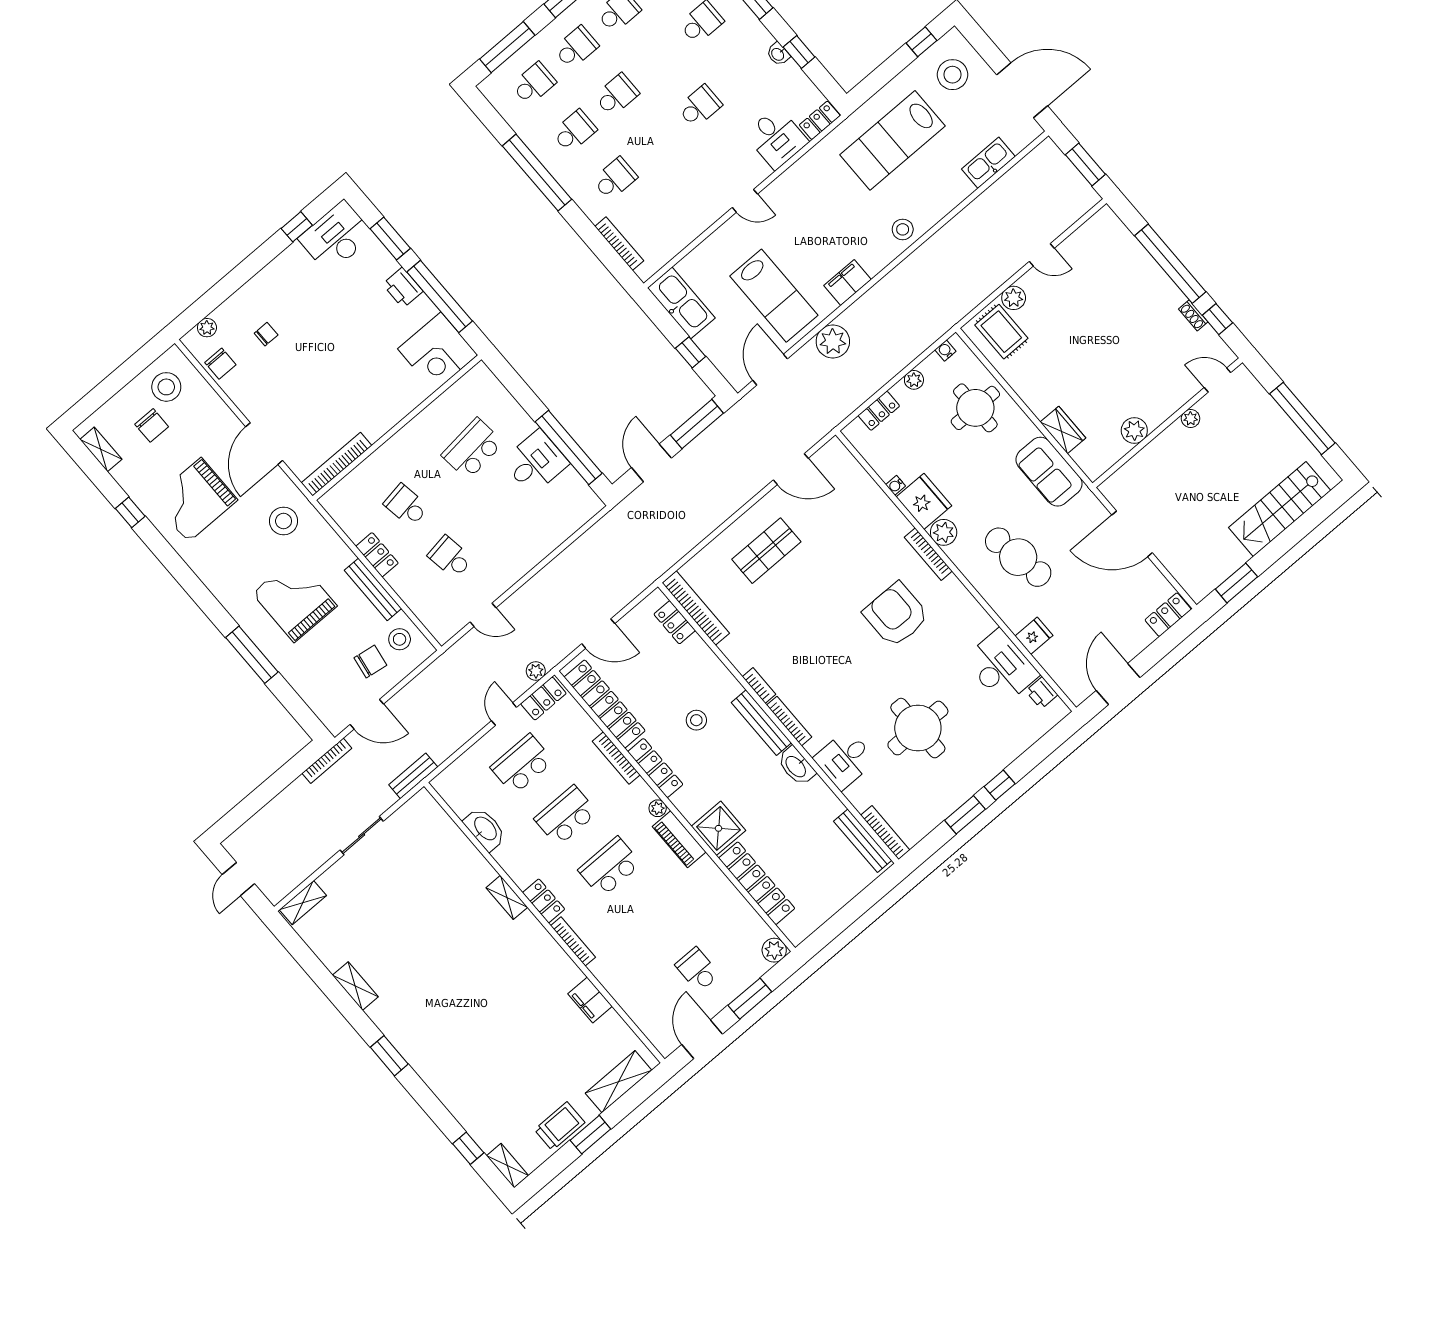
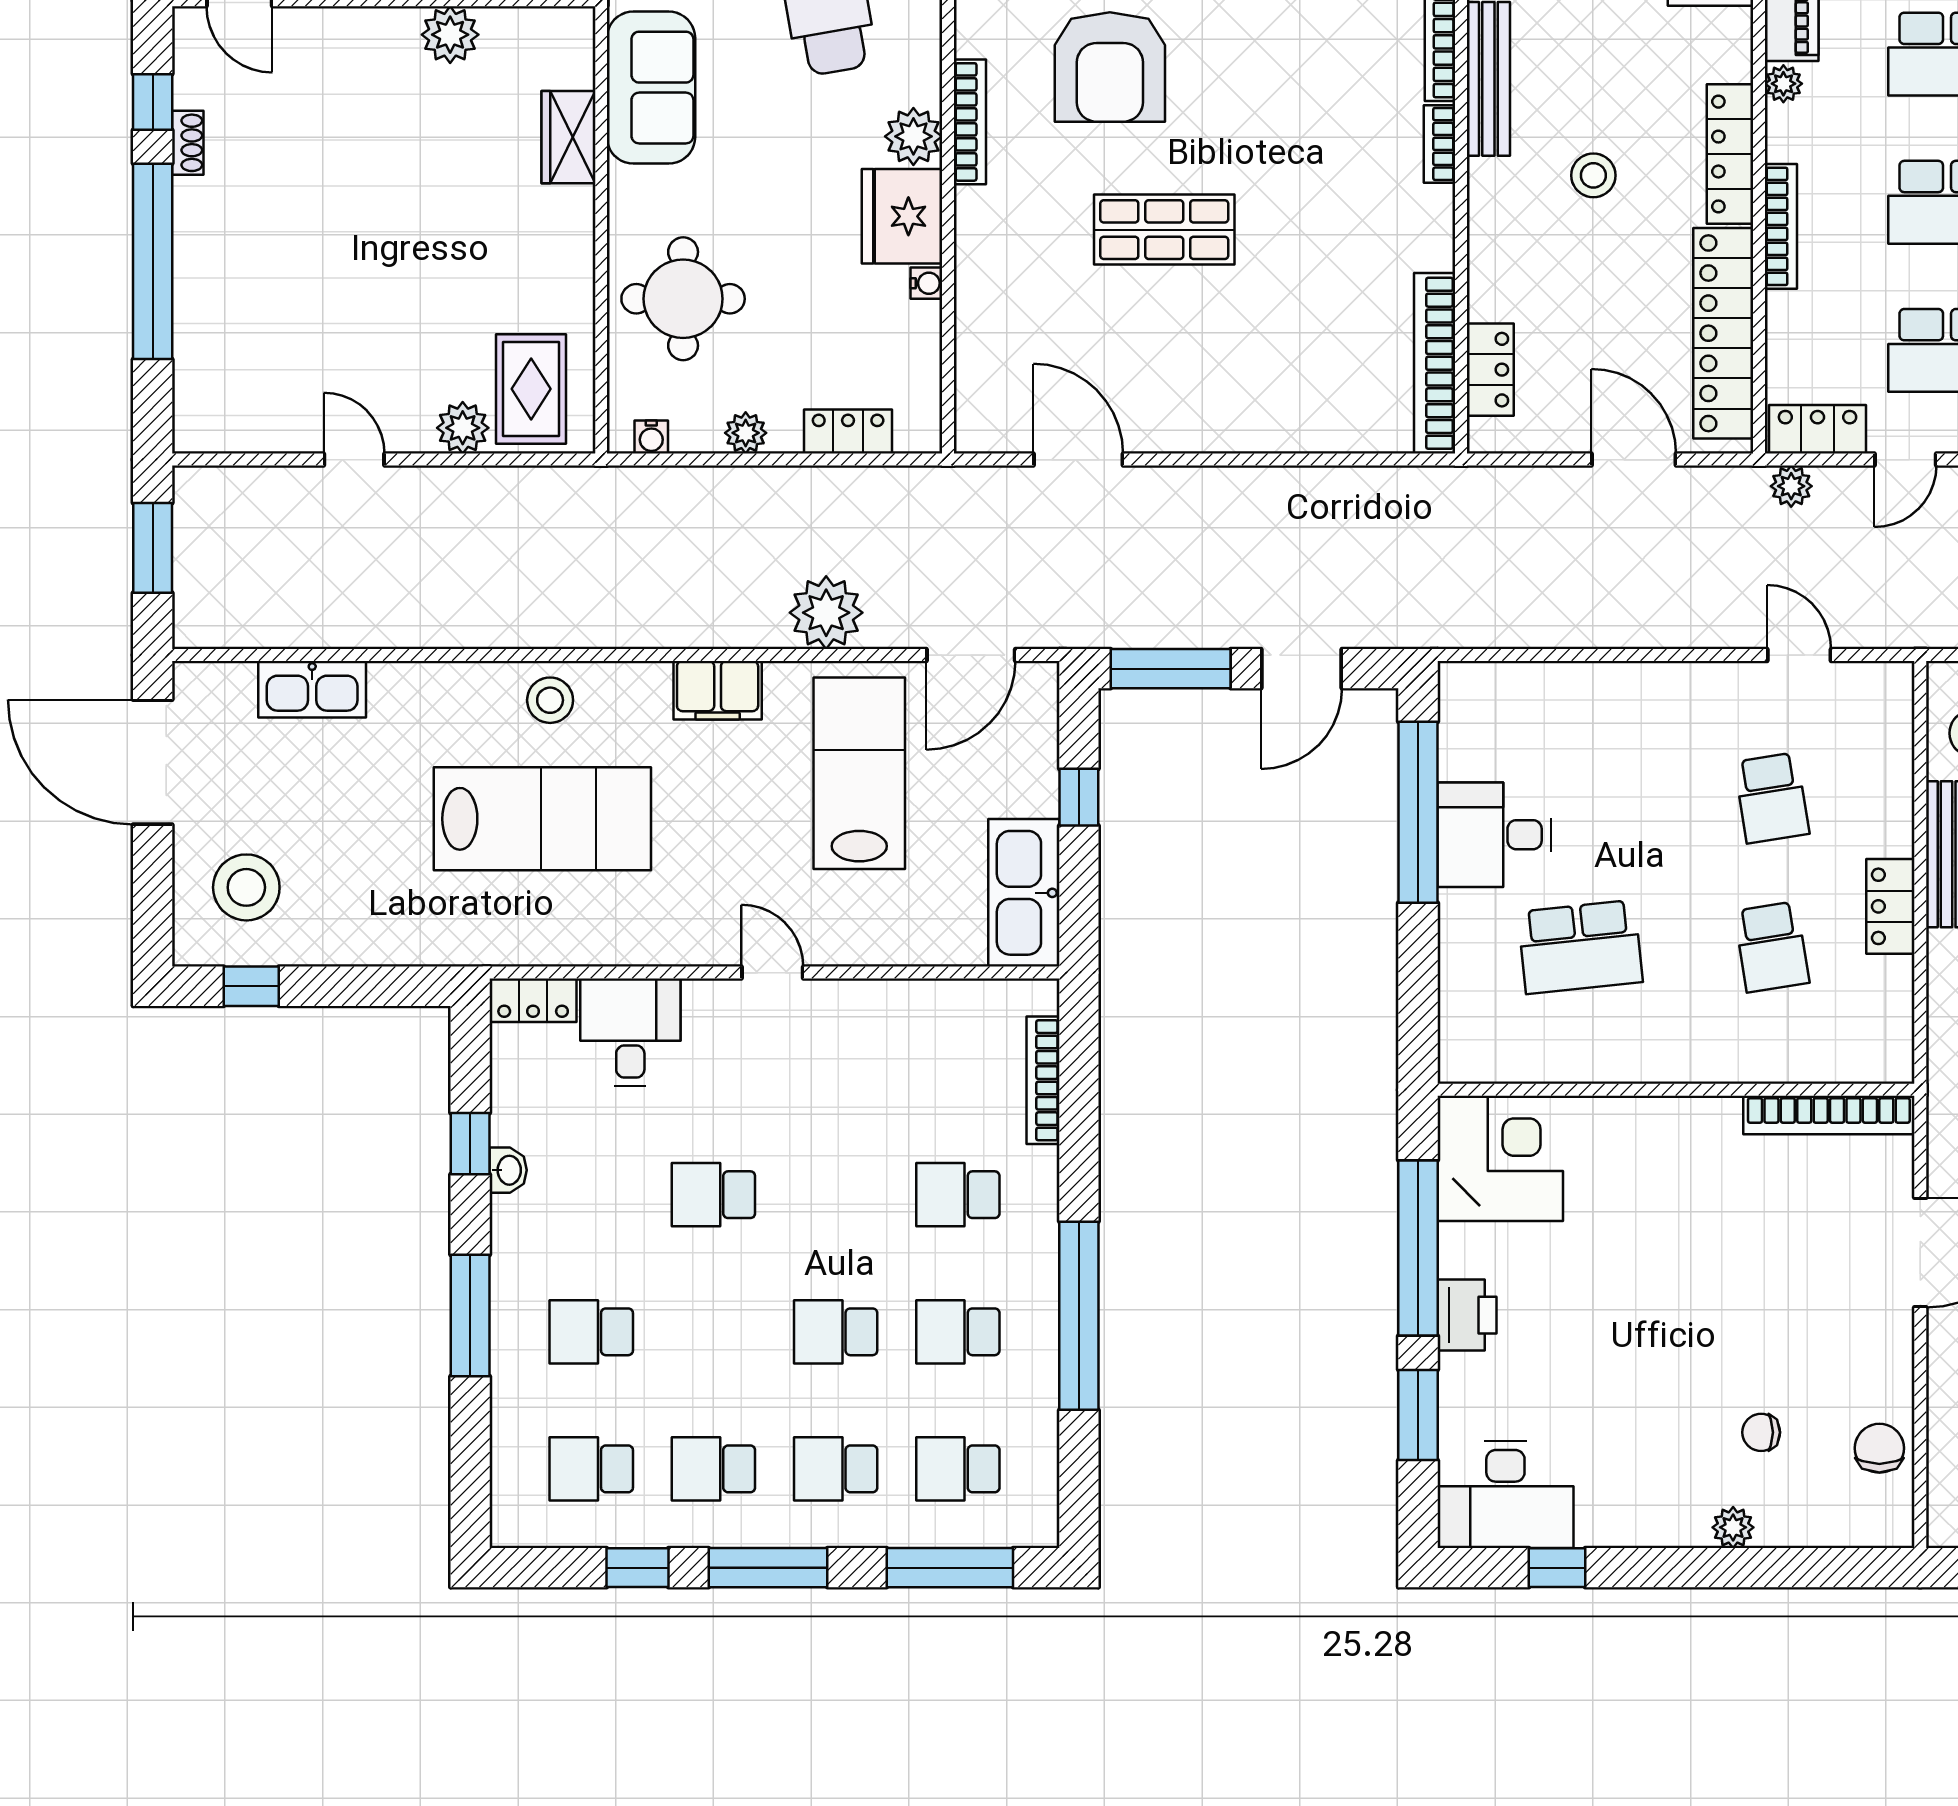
lab bench: (892, 140) -> (542, 819), moved
plant: (207, 328) -> (1733, 1527), moved
shop shelf: (766, 551) -> (1164, 230), moved

